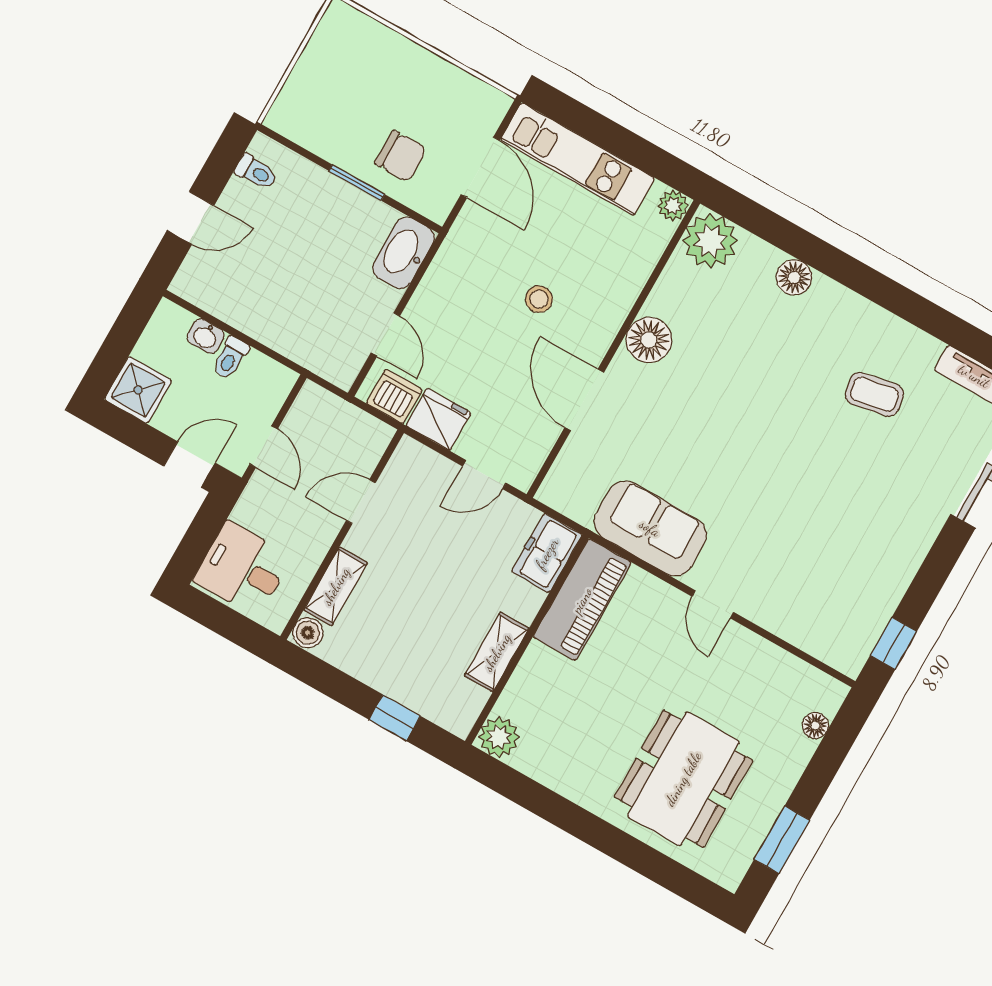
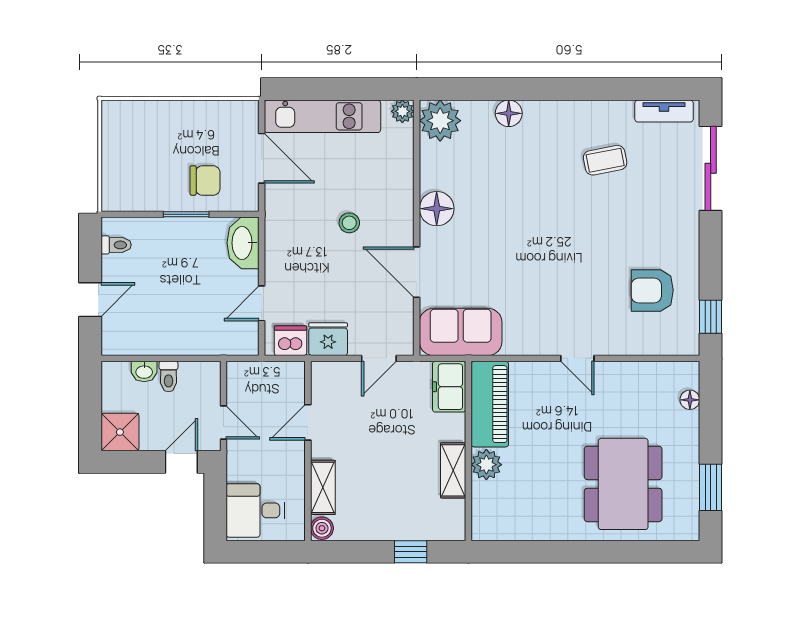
door: (385, 334) -> (262, 303), swing flipped
sofa: (650, 528) -> (461, 332), moved
armchair: (843, 575) -> (652, 290), added
plant: (499, 737) -> (486, 465), moved

